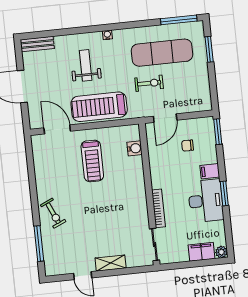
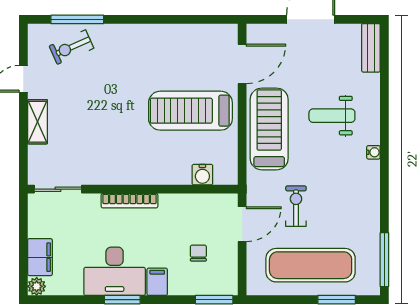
exercise mat: (162, 53) -> (311, 265), moved, turned 90
weight bench: (86, 65) -> (332, 116), turned 180
exercise bike: (149, 83) -> (296, 206), turned 180
door: (165, 118) -> (242, 224), swing flipped
treadmill: (92, 161) -> (190, 111), width x1.37, depth x1.38
bookcase: (159, 208) -> (129, 201), moved
exercise bike: (53, 213) -> (71, 47), moved

